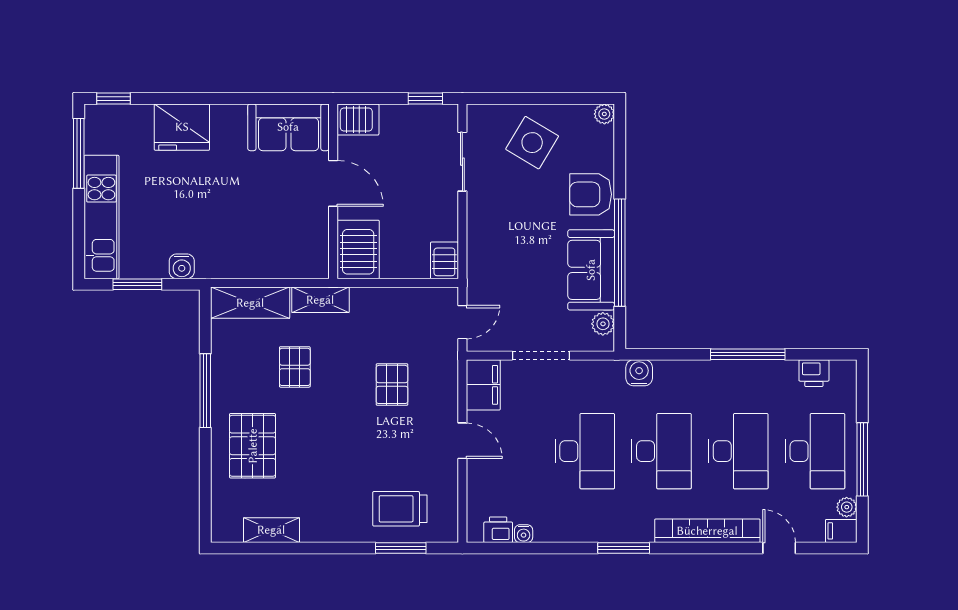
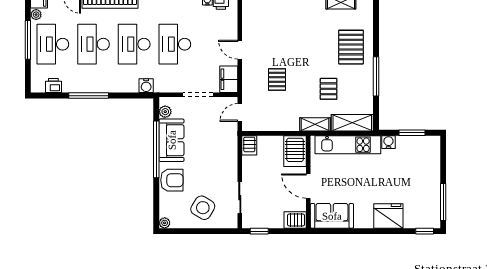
kitchen unit: (101, 217) -> (348, 145), moved, turned -90
trolley: (400, 509) -> (273, 14), removed

